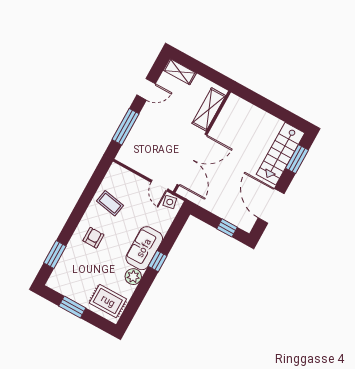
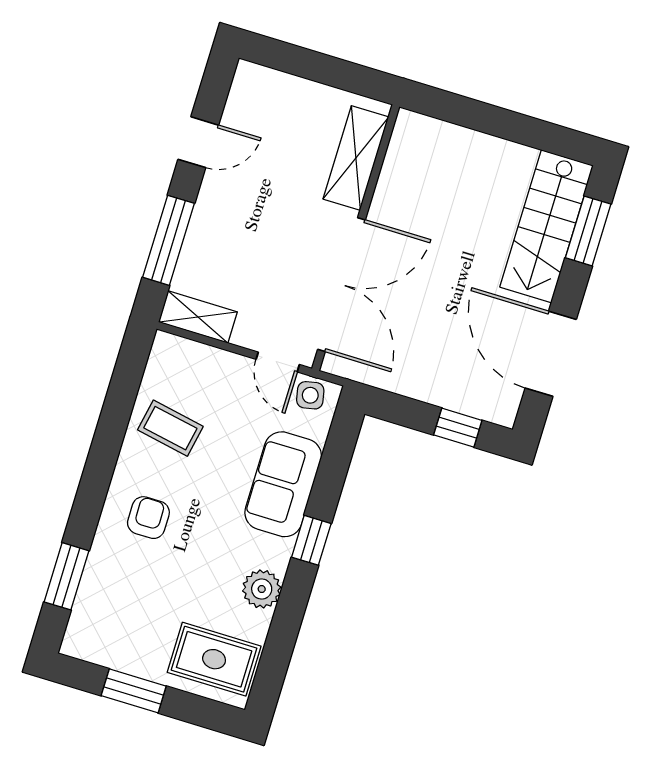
shelving: (180, 72) -> (198, 317), moved
sofa: (144, 248) -> (283, 484), moved

